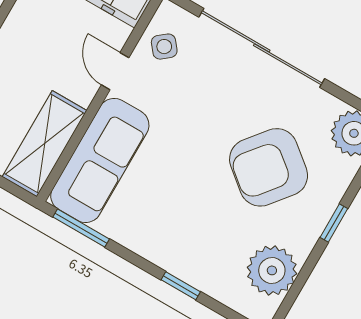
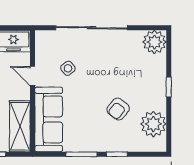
side table: (164, 47) -> (68, 68), moved
armchair: (269, 167) -> (118, 109), moved, width x0.53, depth x0.53
window: (81, 228) -> (81, 154), moved

